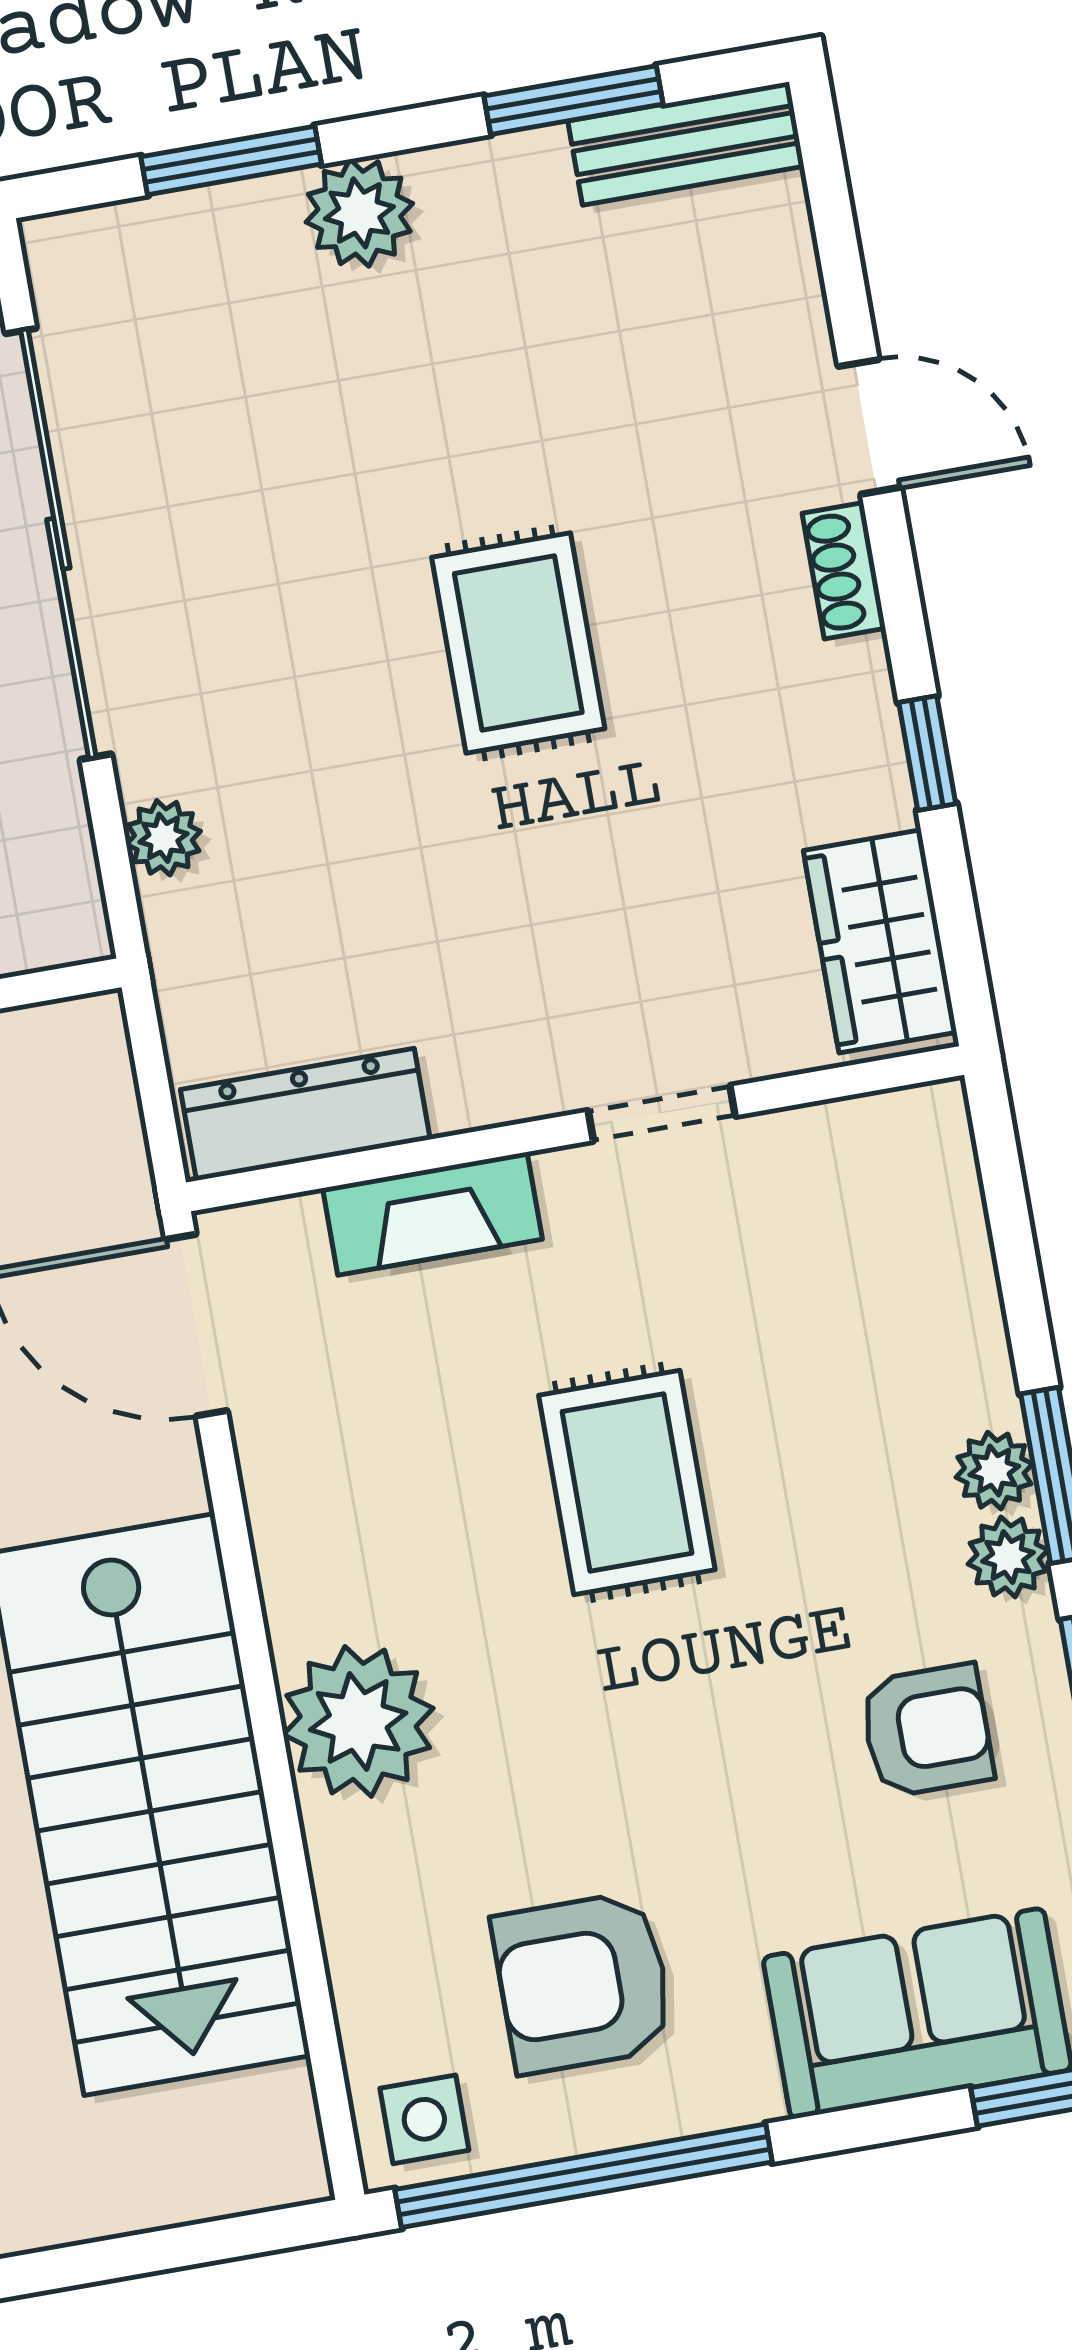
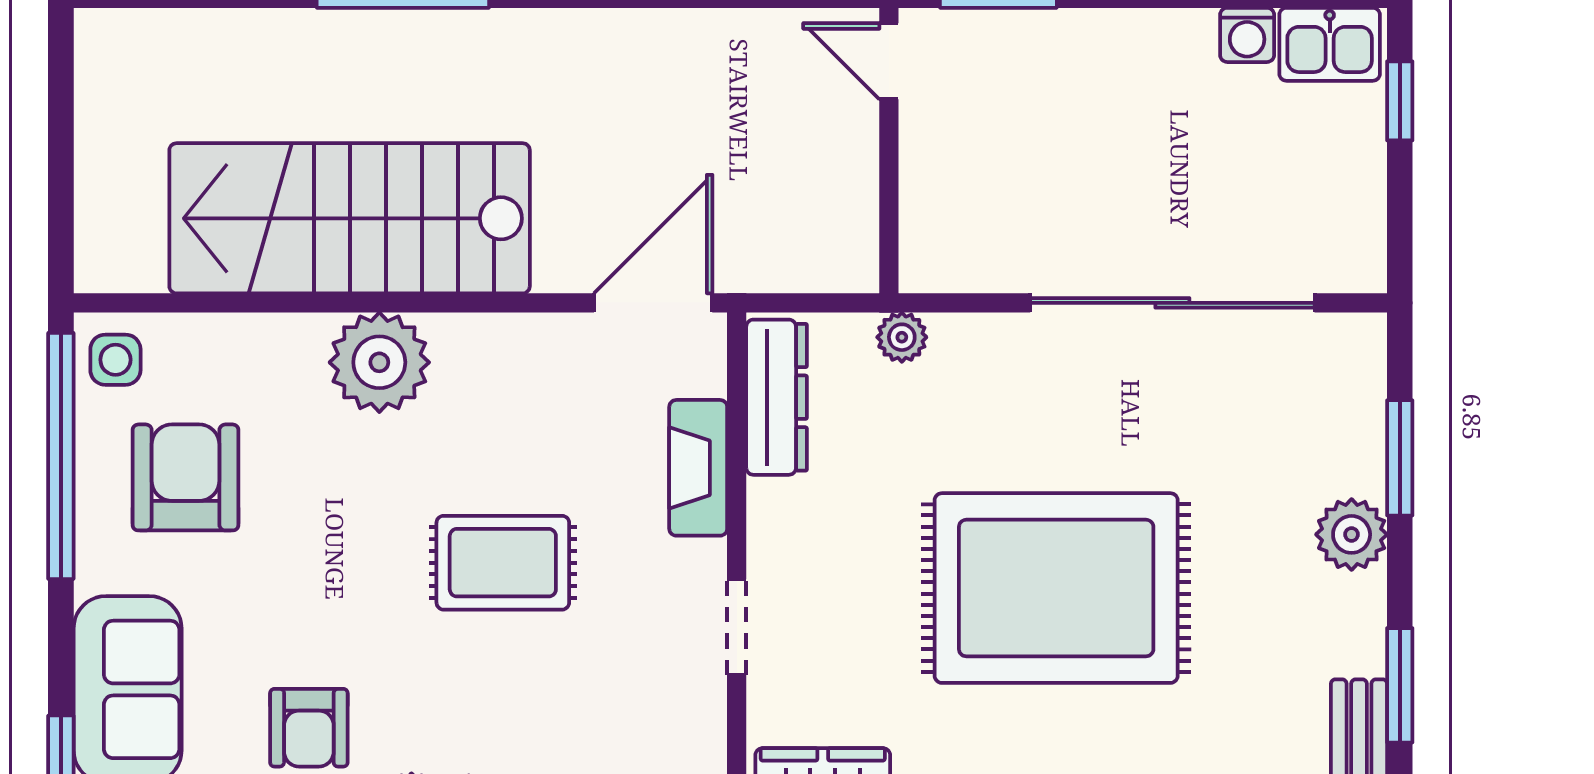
rug: (518, 643) -> (1056, 588), width x1.86, depth x2.06
plant: (163, 838) -> (902, 337), moved

